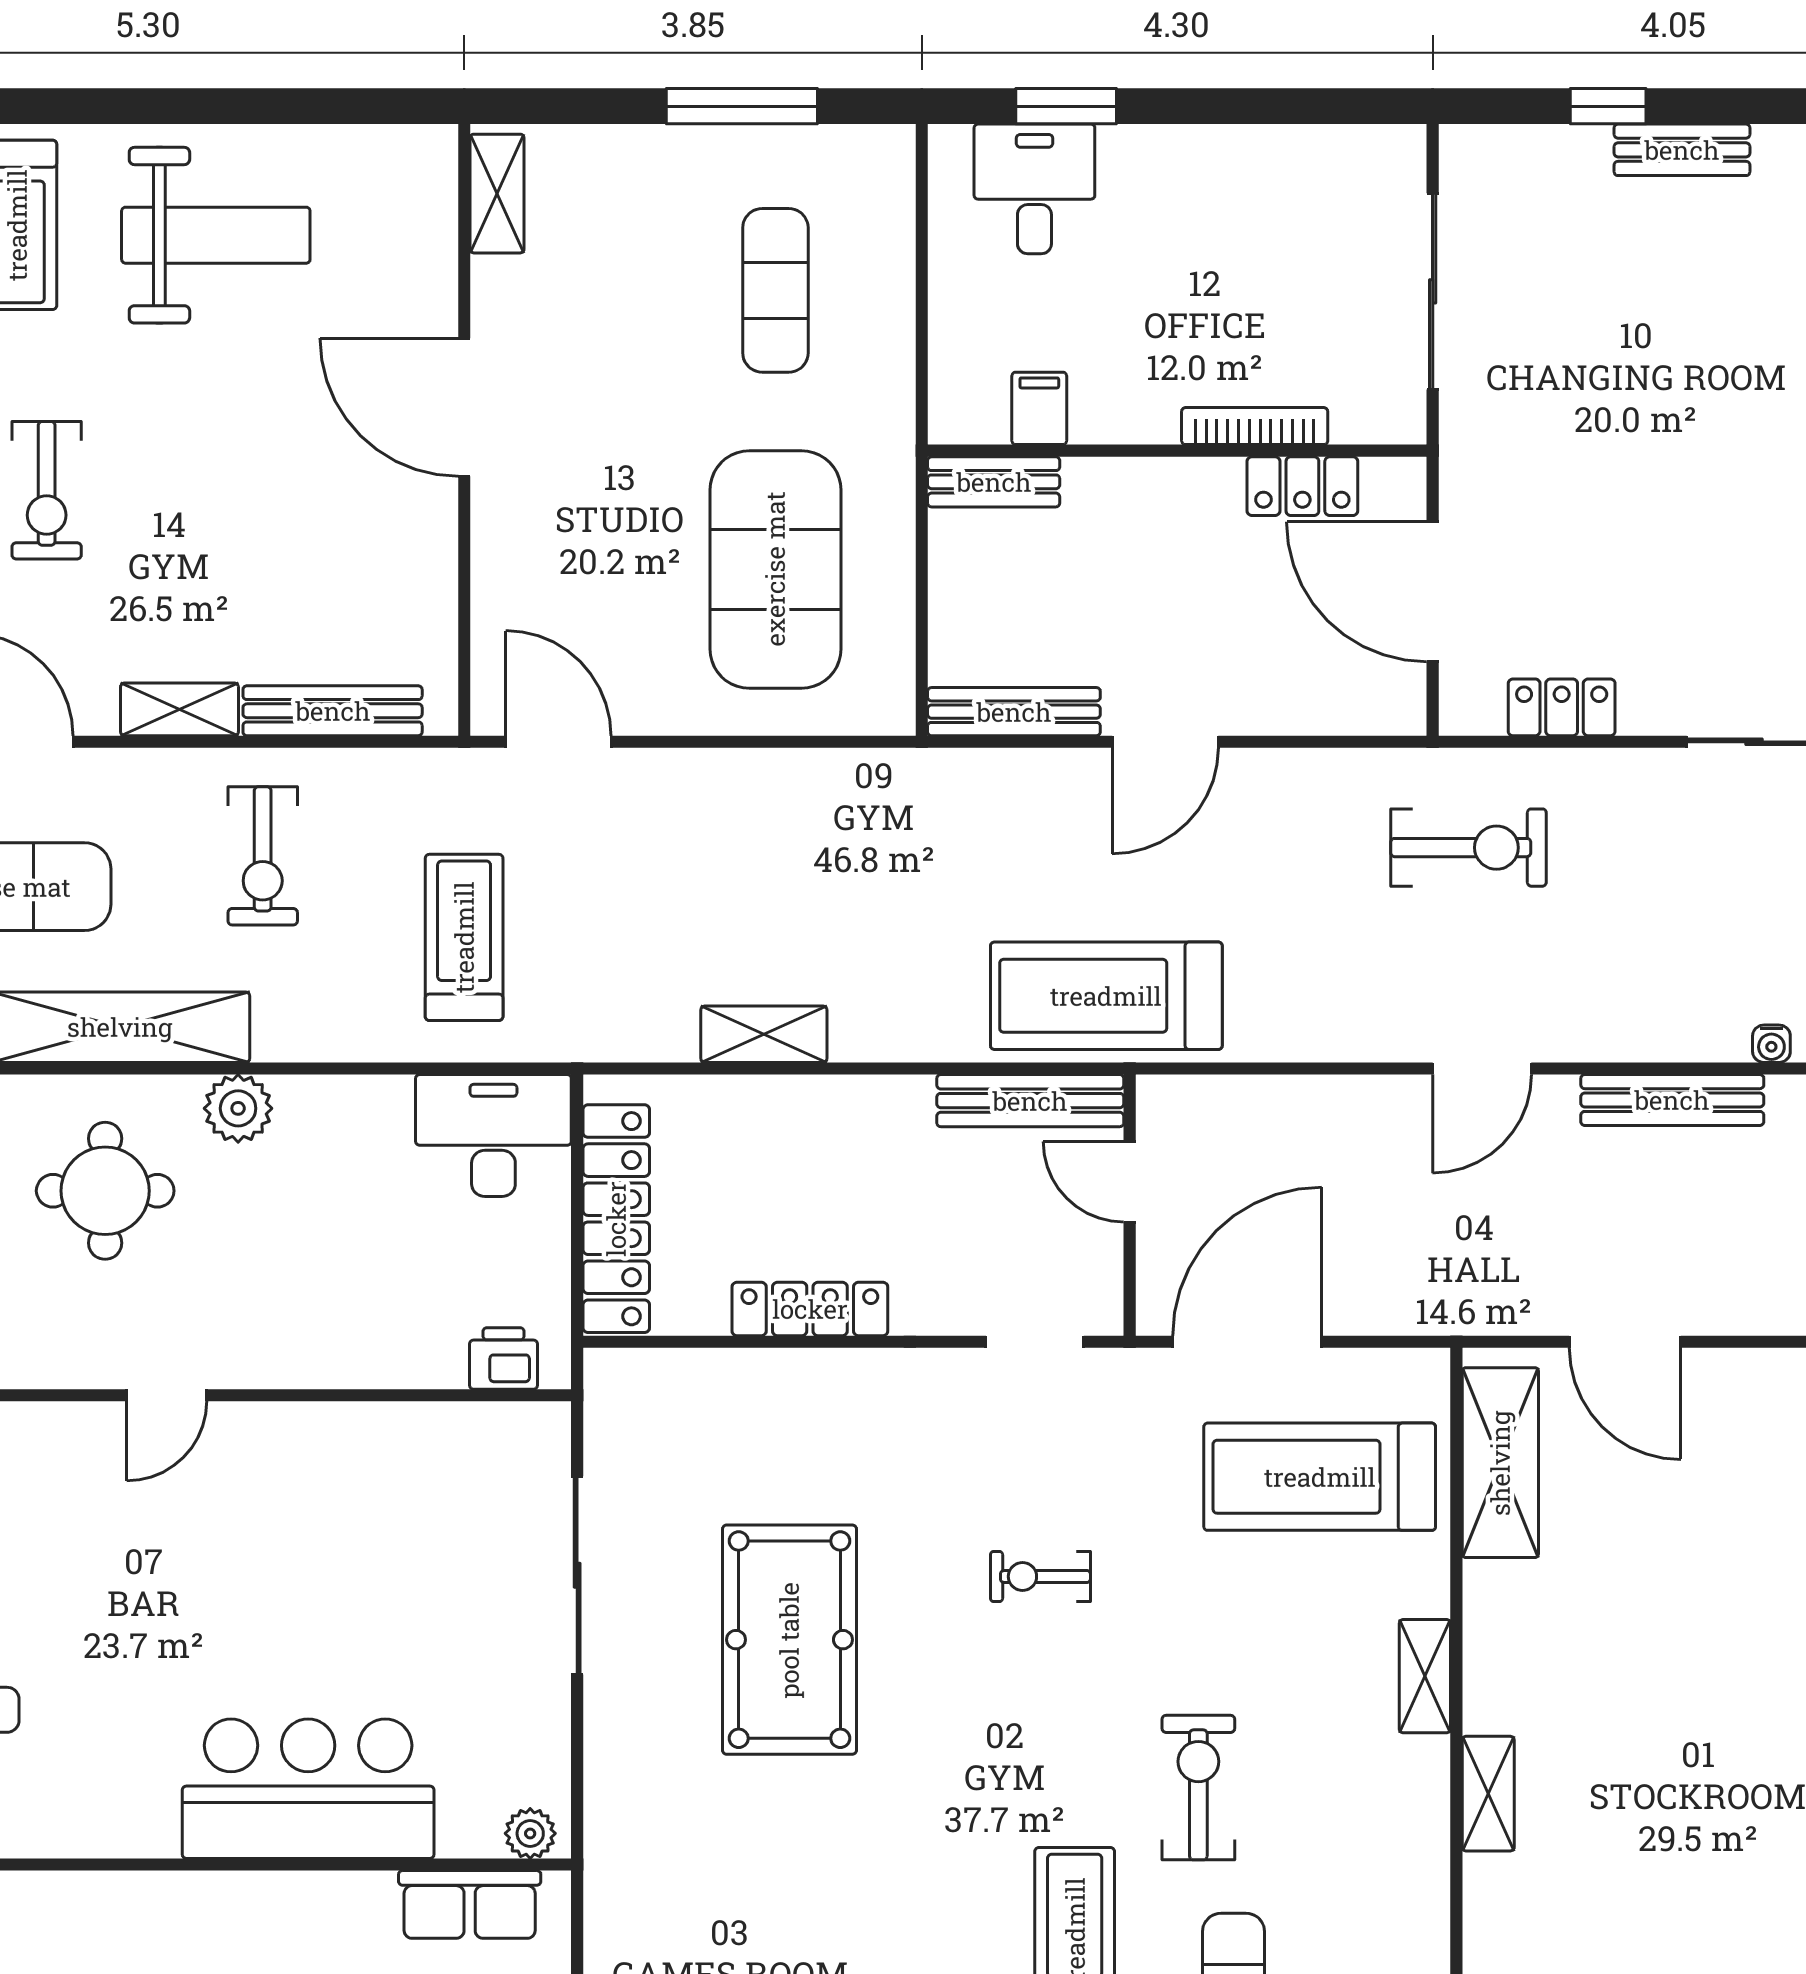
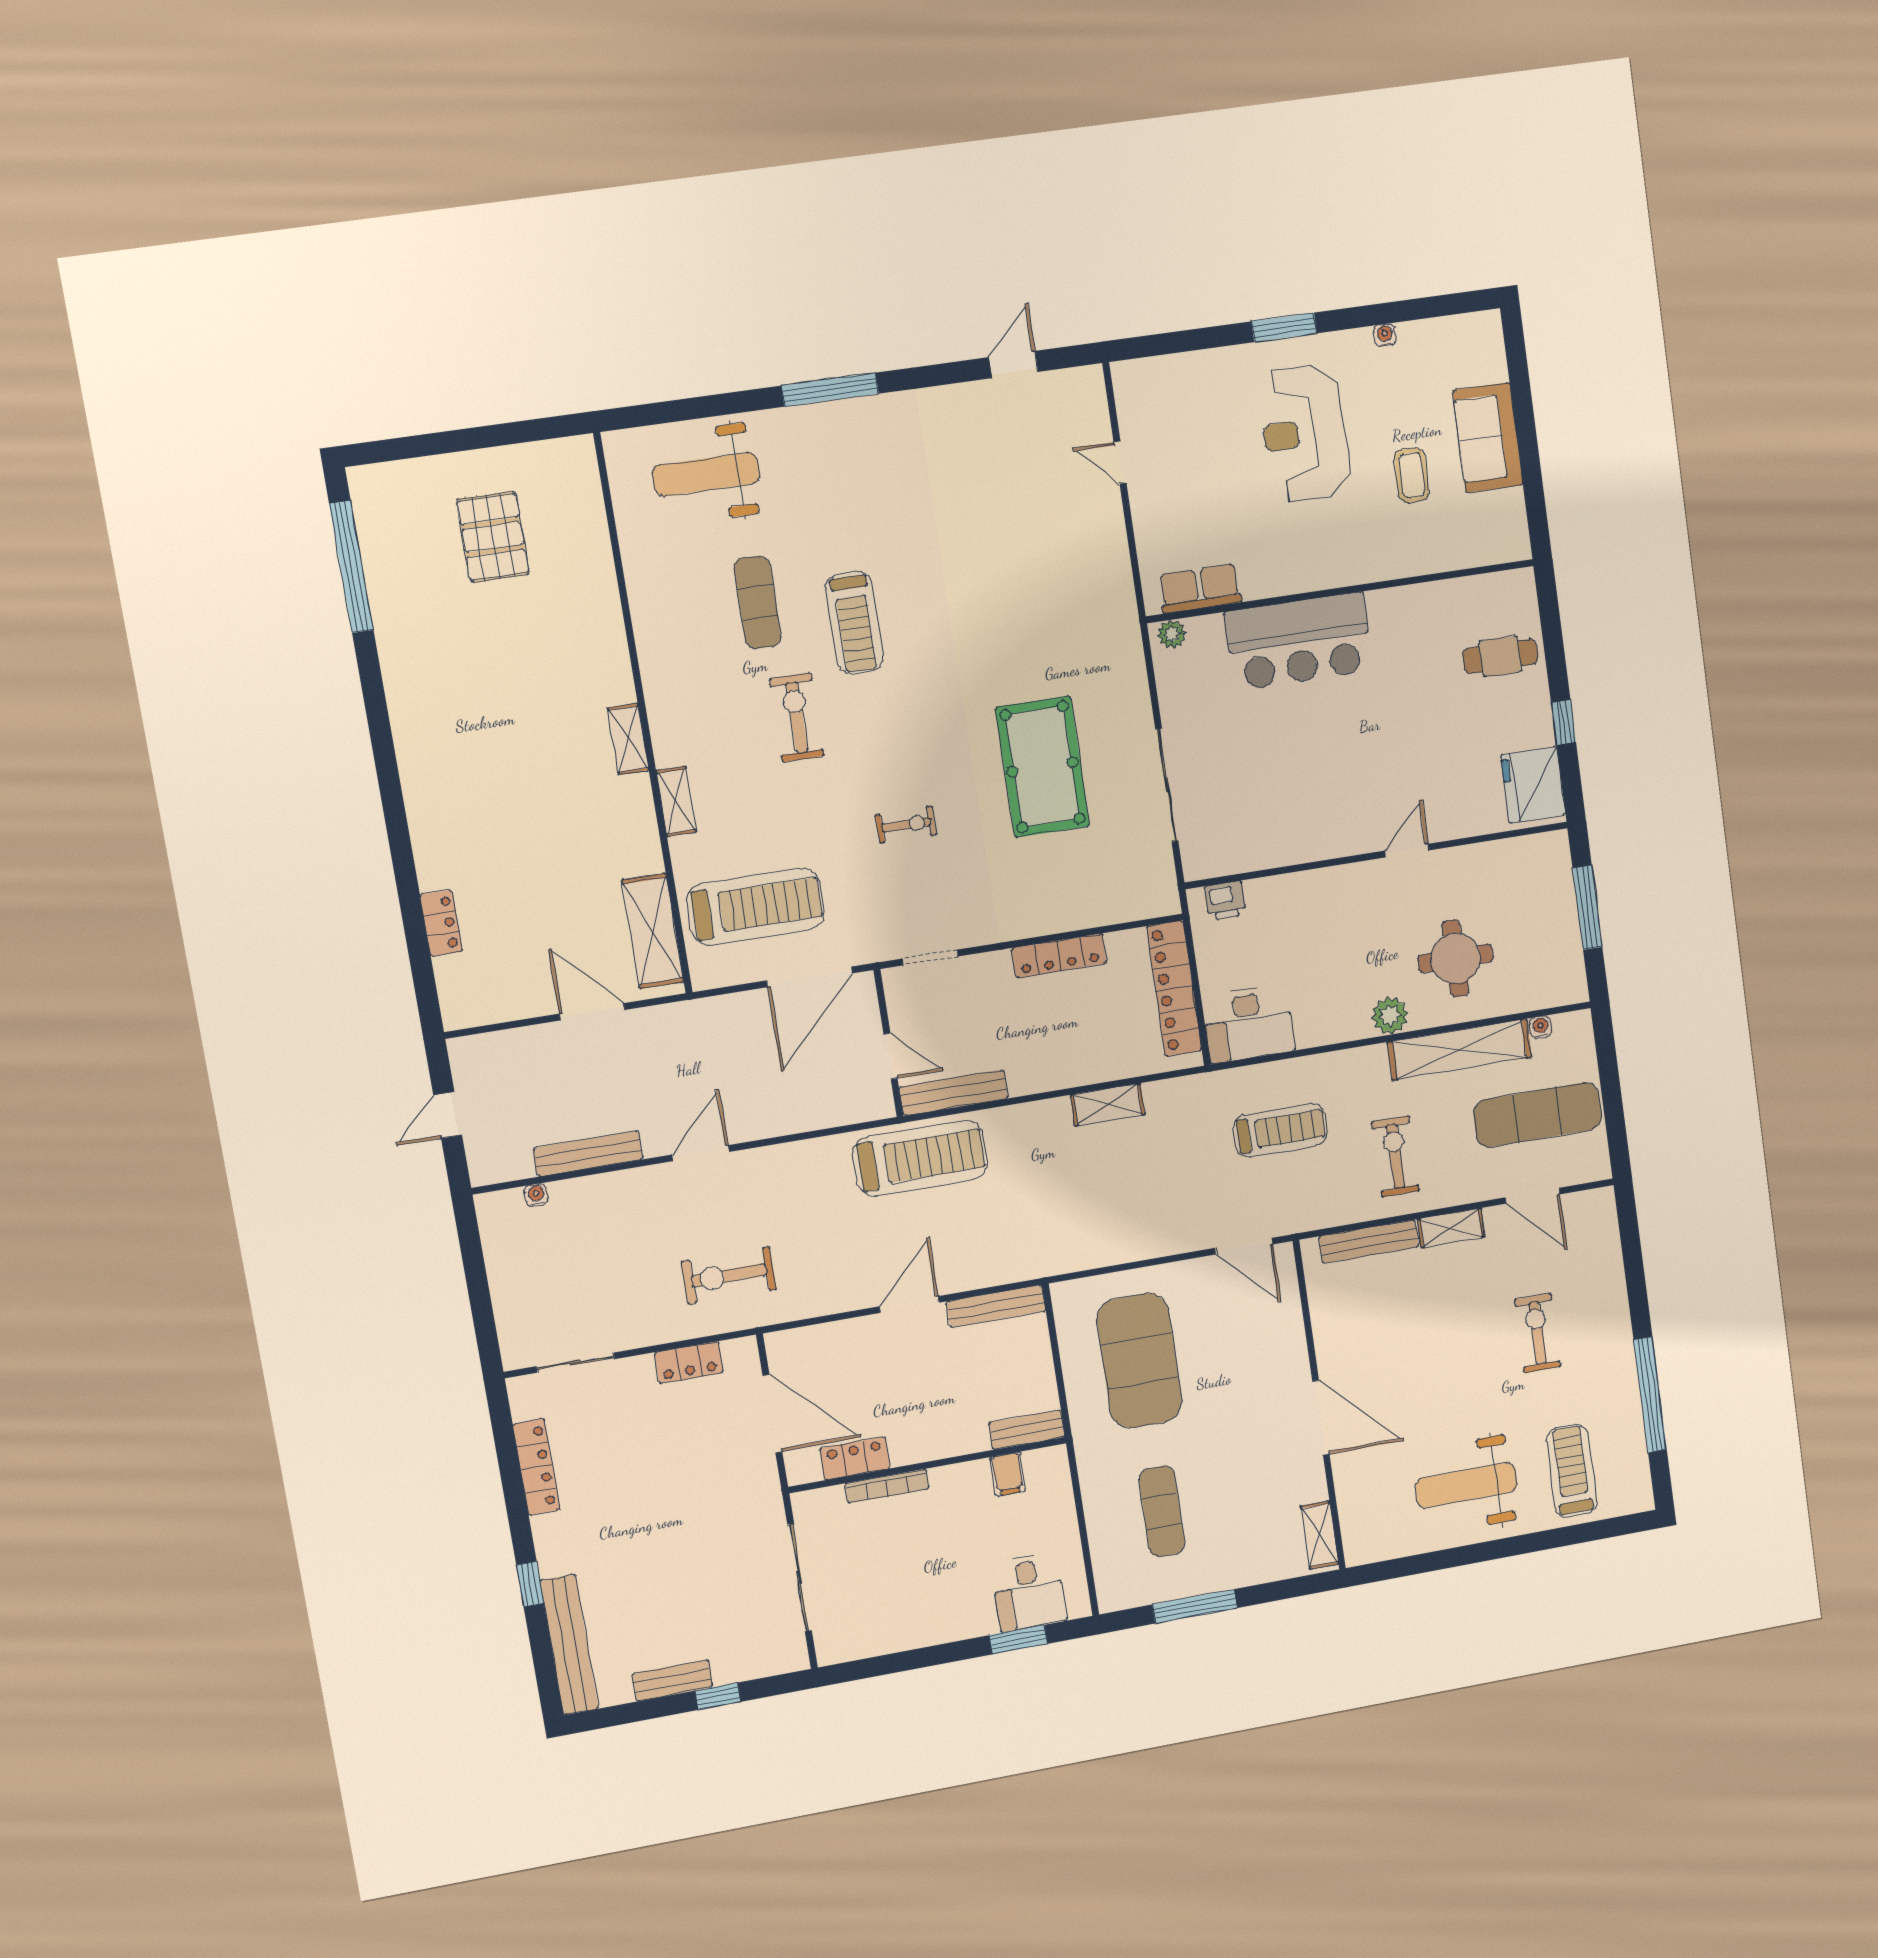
treadmill: (464, 937) -> (1280, 1130), turned -90
exercise bike: (1198, 1788) -> (797, 717), turned 180

